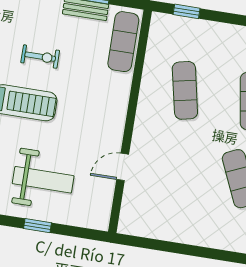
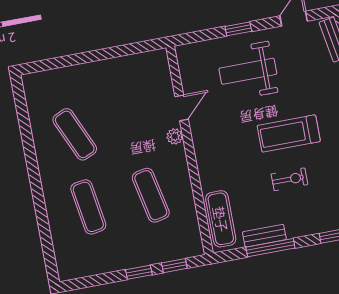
window: (224, 17) -> (139, 272), added
exercise bike: (40, 57) -> (289, 179), turned 180
plant: (140, 141) -> (175, 136), added

